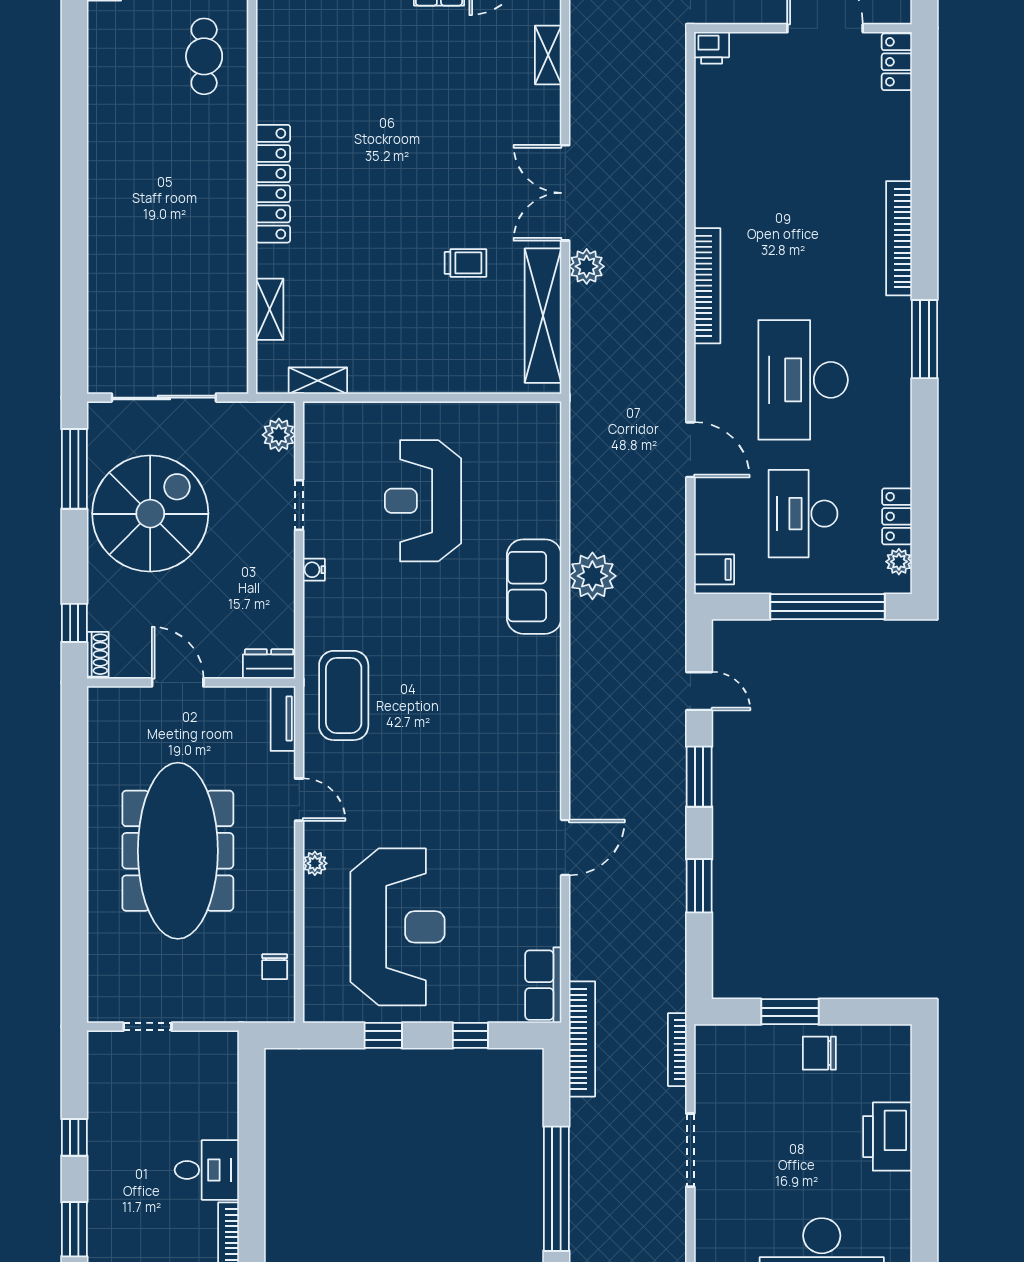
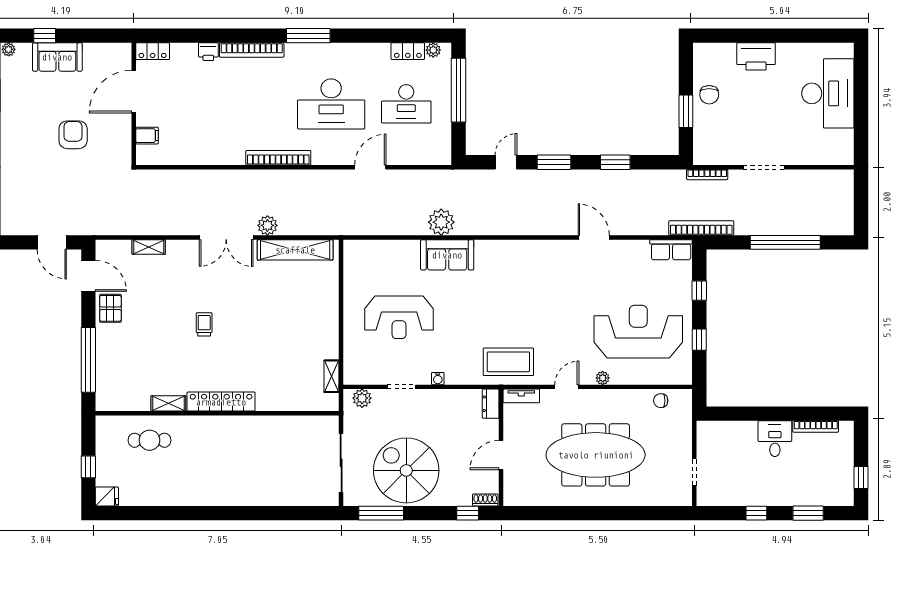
printer: (712, 48) -> (208, 52), moved, turned 90
trolley: (465, 263) -> (204, 324), moved
shelving: (270, 309) -> (168, 403), moved
filing cabinet: (714, 569) -> (147, 136), moved, turned 90
chair: (275, 967) -> (661, 401), turned 180

